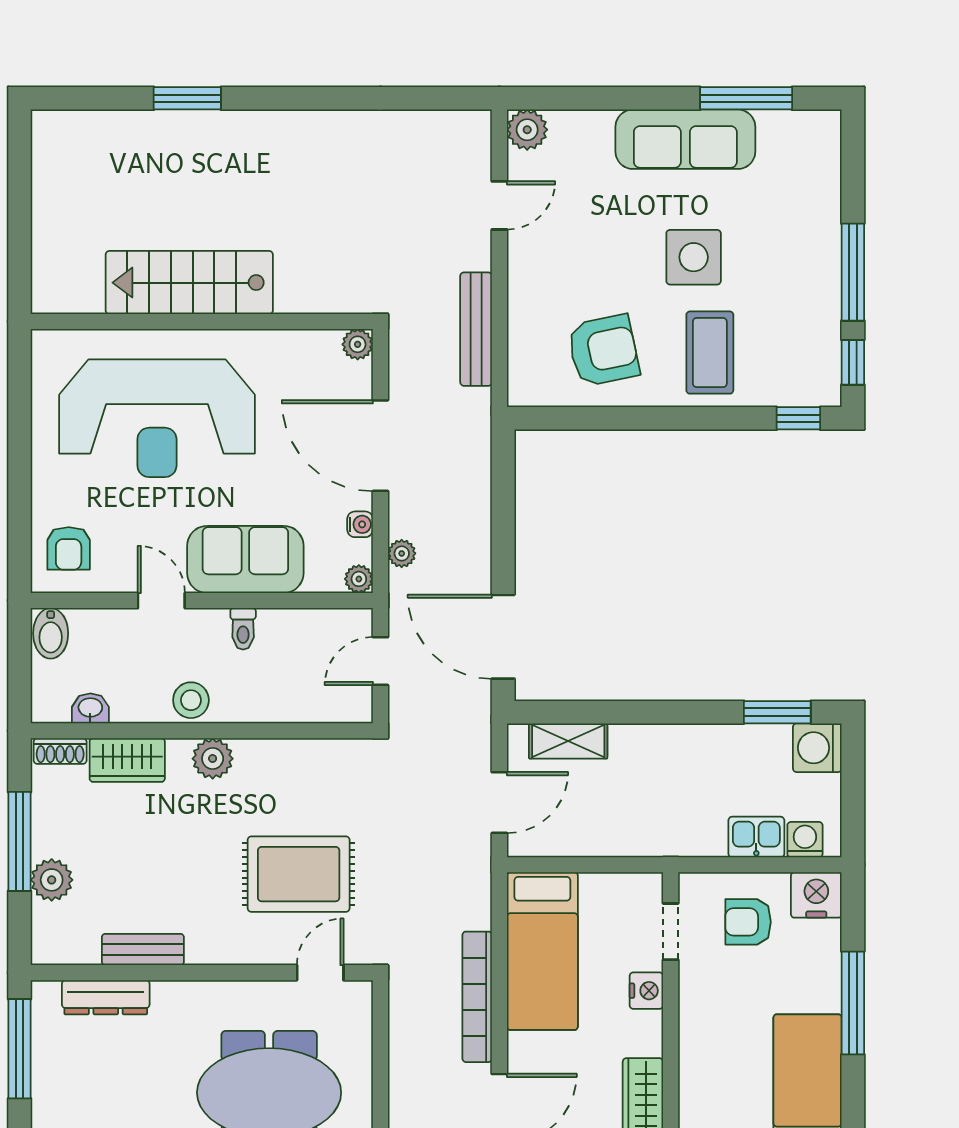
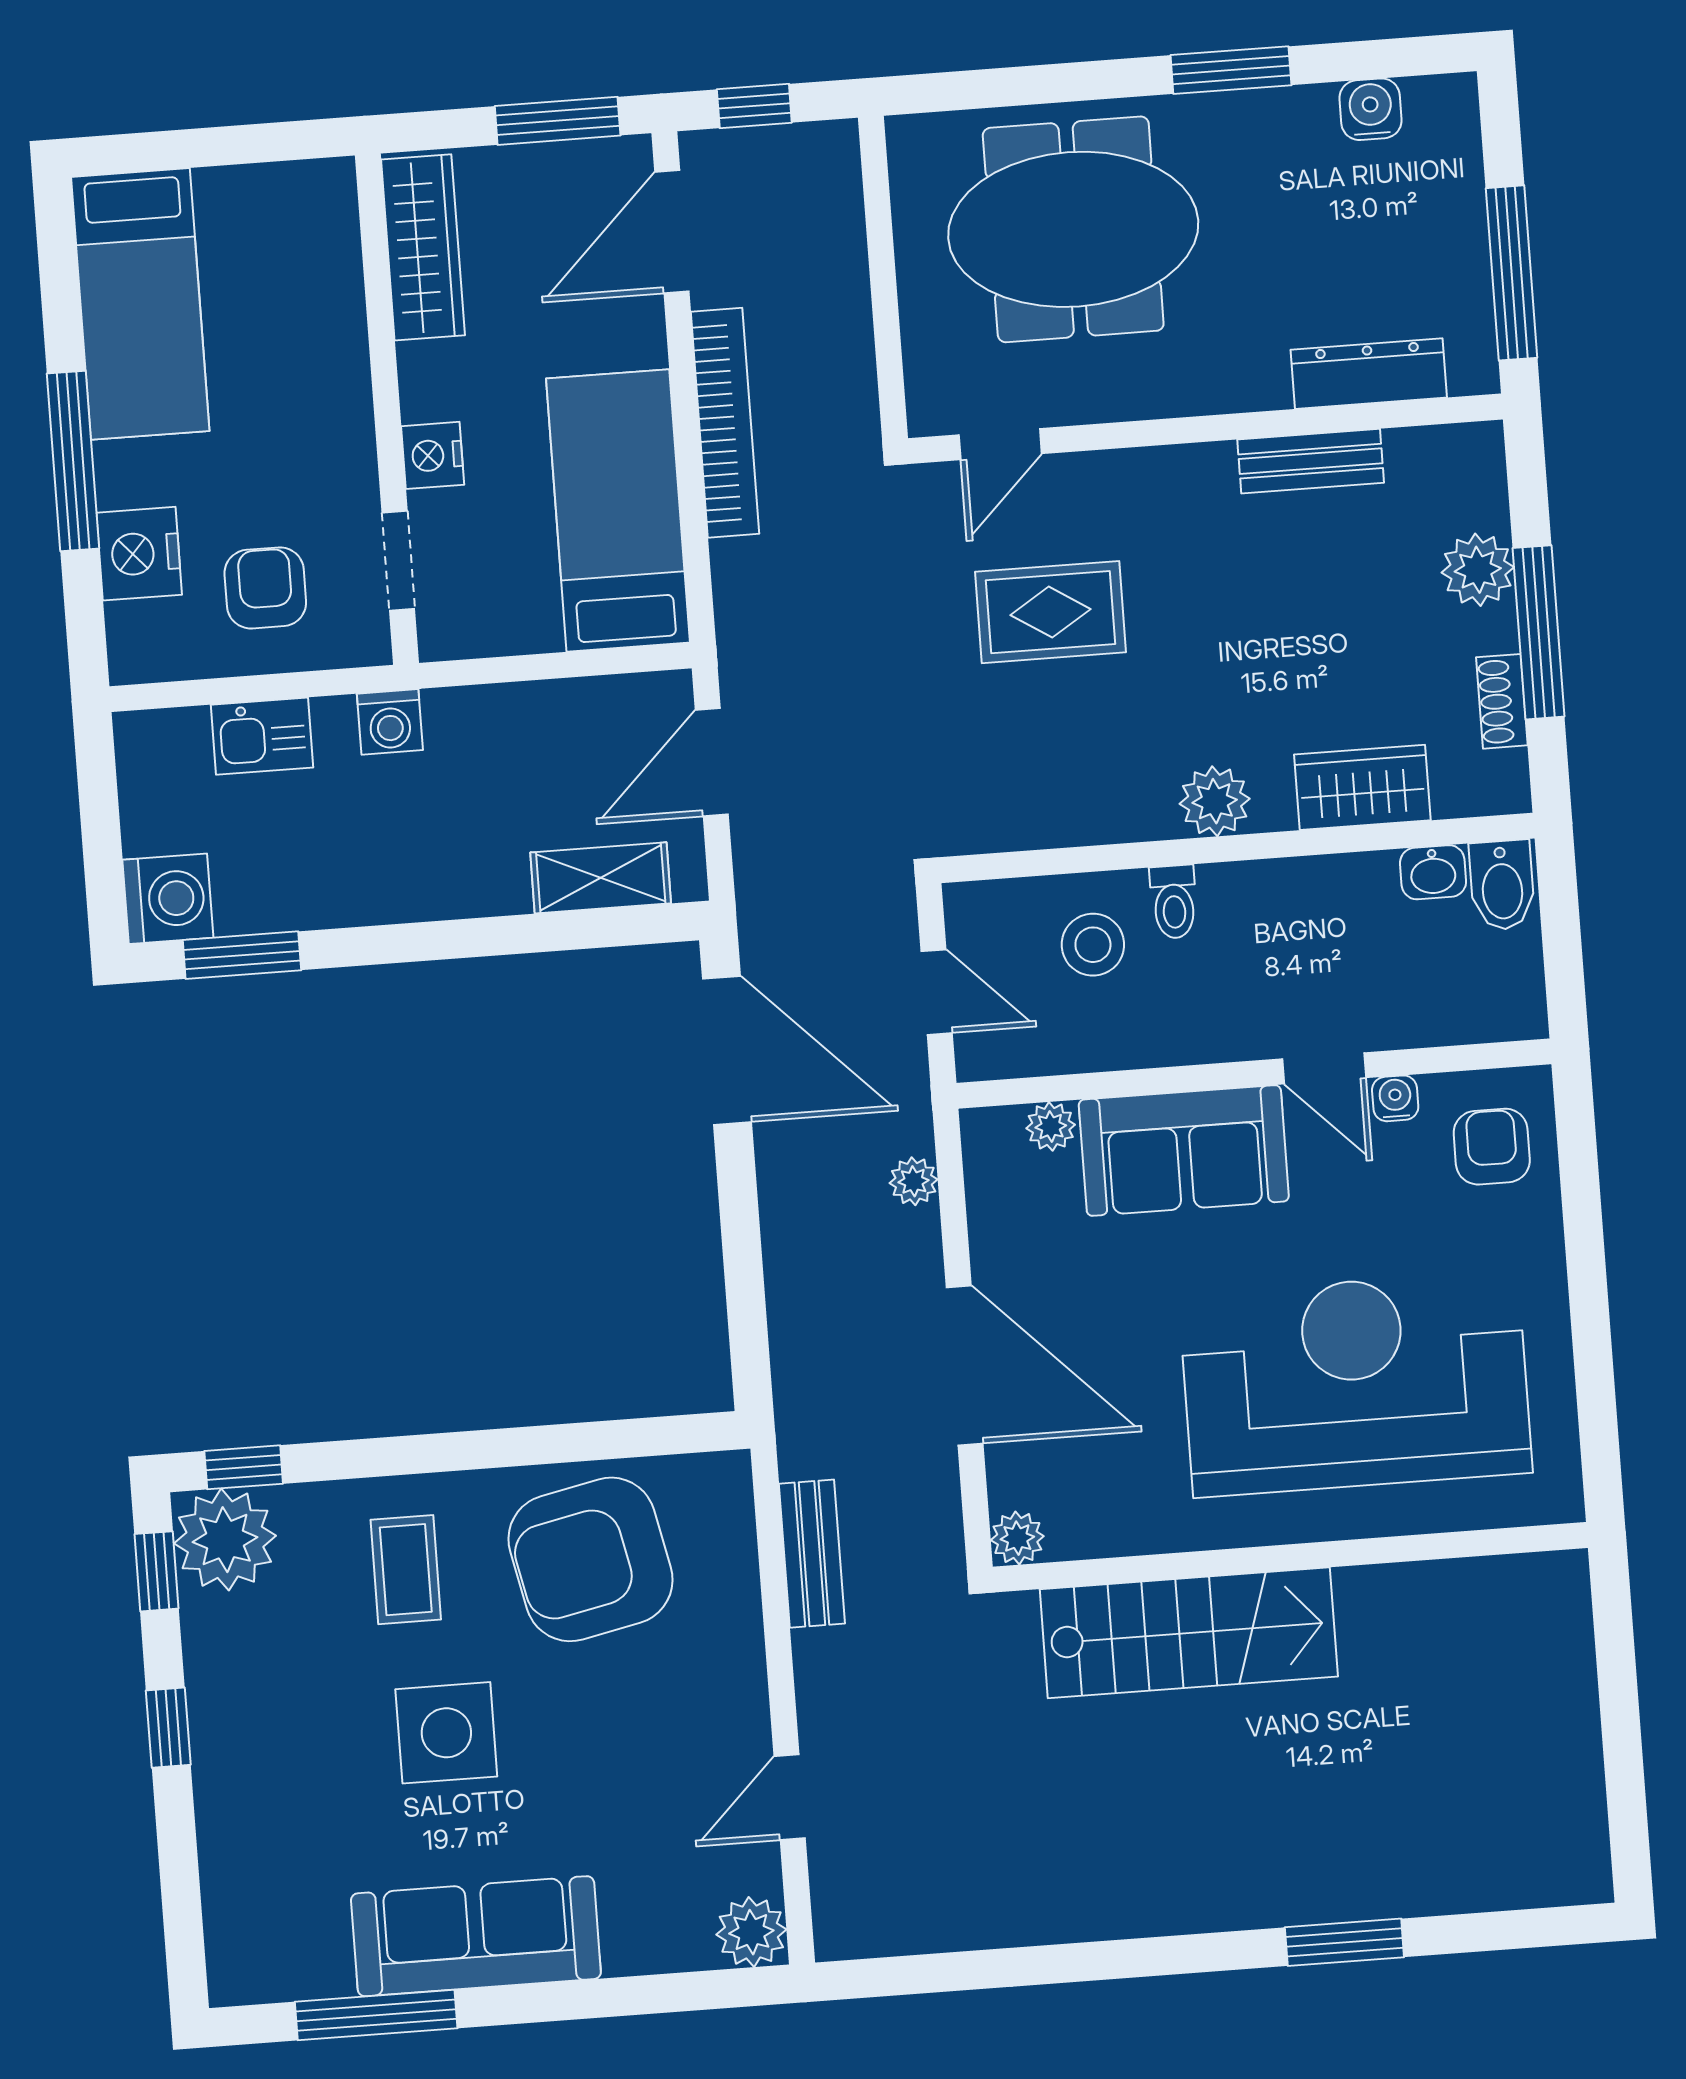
window: (853, 272) -> (168, 1728), width x0.46
stairs: (189, 283) -> (1189, 1633), moved
bench: (476, 329) -> (812, 1554), width x0.73
armchair: (603, 350) -> (591, 1559), width x1.36, depth x1.36
coffee table: (710, 353) -> (406, 1570), width x0.73, depth x0.77
plant: (812, 378) -> (225, 1540), added
water cooler: (360, 524) -> (1395, 1098), moved, turned 90
plant: (359, 579) -> (1051, 1126), moved
toilet: (243, 629) -> (1174, 902), moved, turned 180
bidet: (51, 633) -> (1502, 885), moved, turned 180
door: (380, 661) -> (937, 992), hinge flipped
stool: (191, 700) -> (1093, 945), moved
shoe rack: (60, 751) -> (1502, 701), moved, turned -90
washing machine: (805, 840) -> (390, 722), moved
rug: (299, 874) -> (1050, 612), width x0.73, depth x0.70
nightstand: (816, 895) -> (139, 554), moved, turned 90
armchair: (748, 922) -> (265, 588), turned -90

